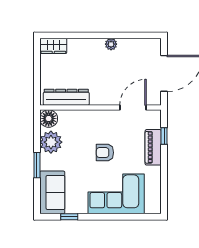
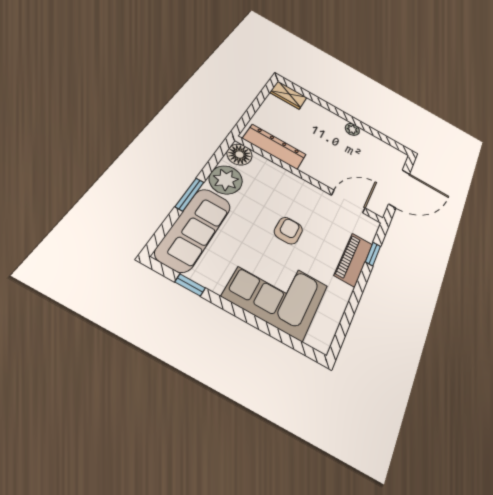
armchair: (105, 153) -> (288, 231), turned 90
sofa: (52, 192) -> (194, 229), width x1.36

